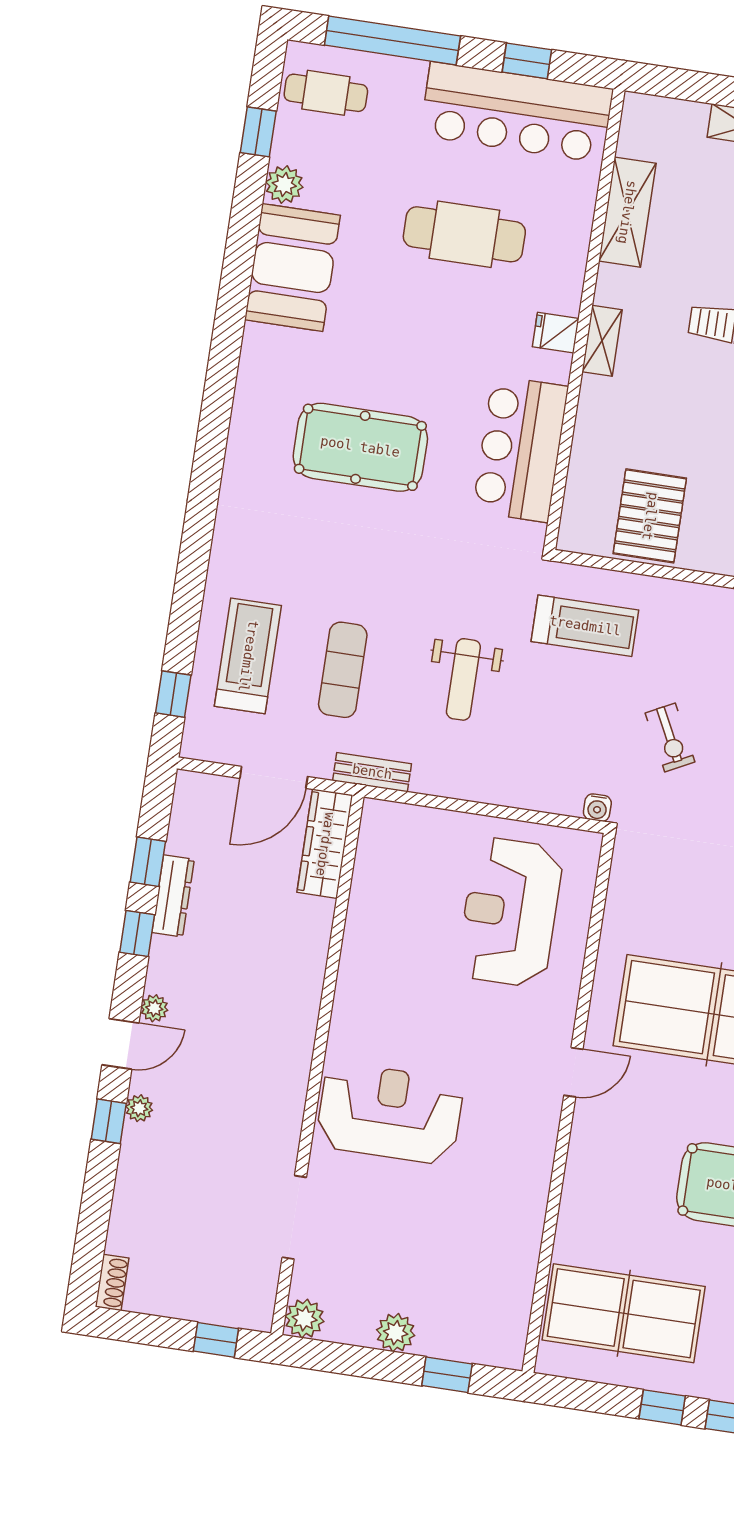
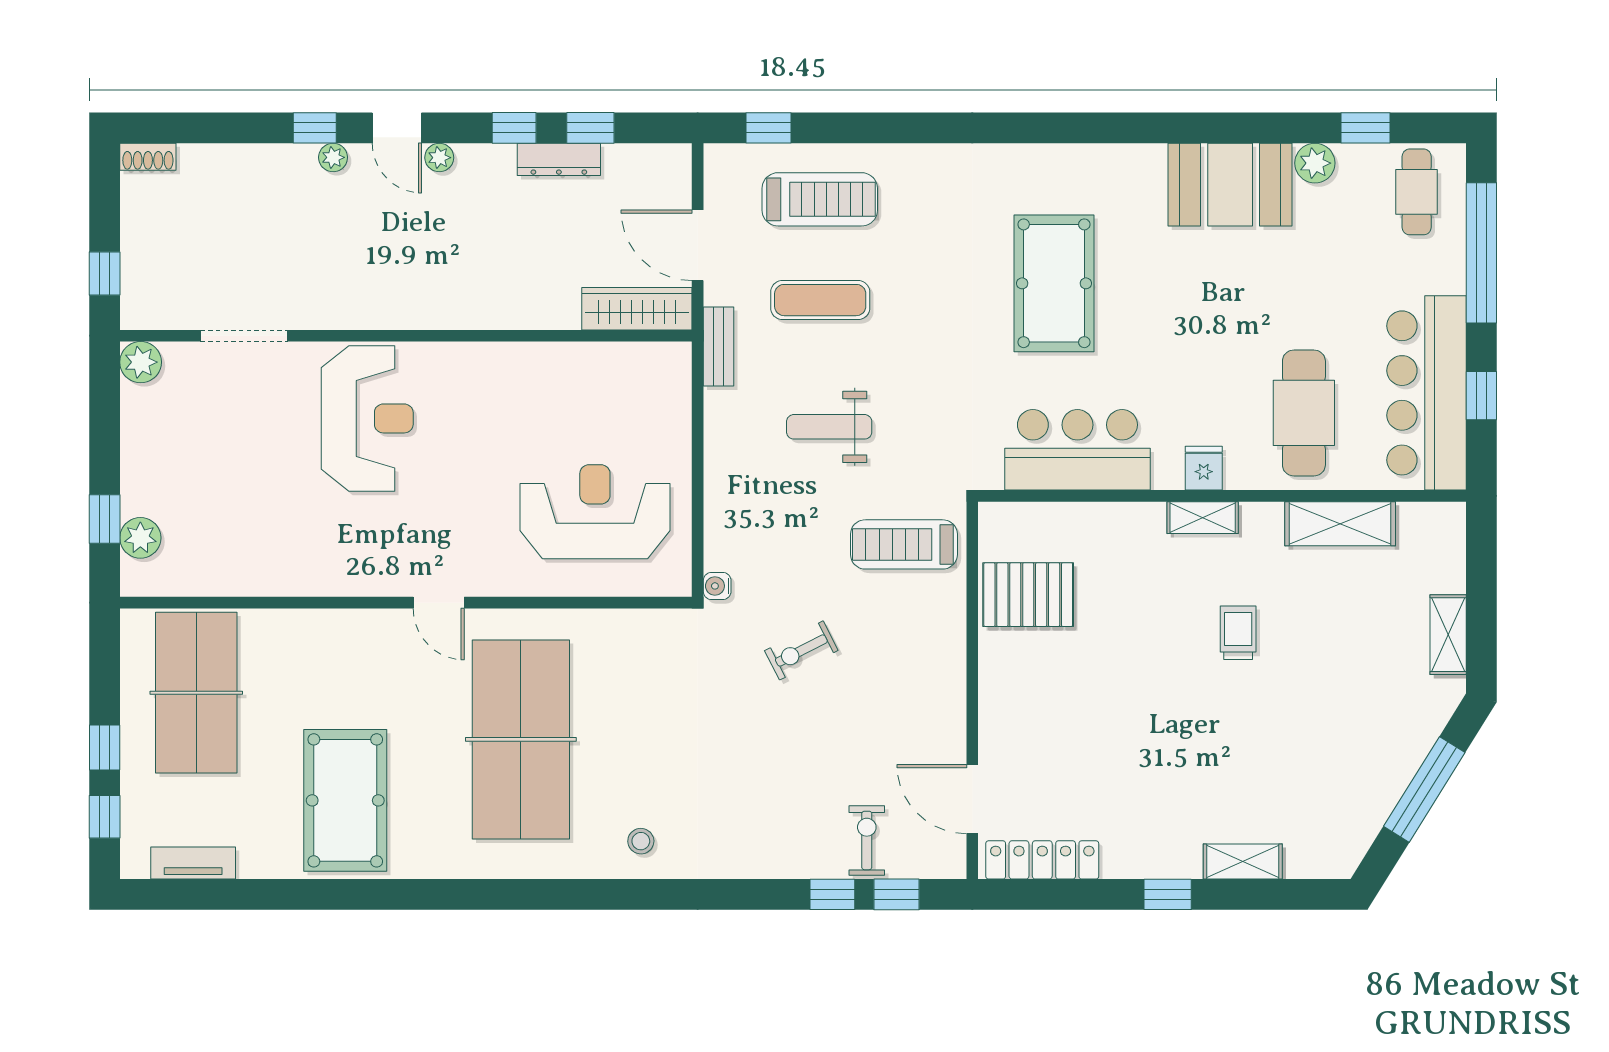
cafe table: (464, 234) -> (1304, 413), moved
treadmill: (585, 626) -> (904, 544), turned 90
plant: (396, 1333) -> (140, 538), moved

